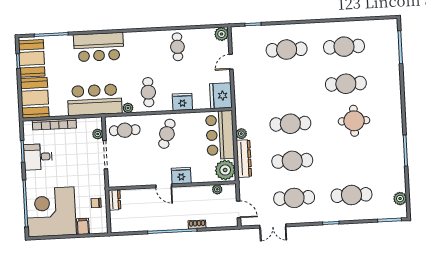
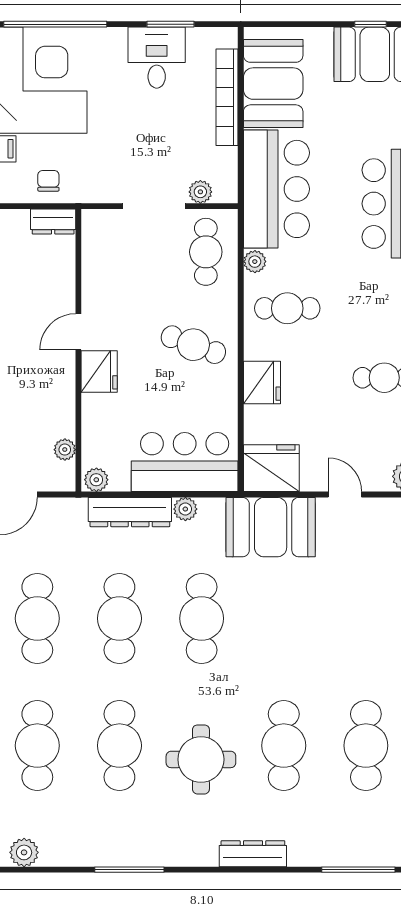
cafe table: (287, 50) -> (119, 746), moved
booth: (248, 95) -> (271, 527), added
dresser: (395, 95) -> (253, 854), added
booth: (35, 98) -> (273, 84), moved, turned 90
plant: (225, 170) -> (96, 480), width x0.53, depth x0.53

